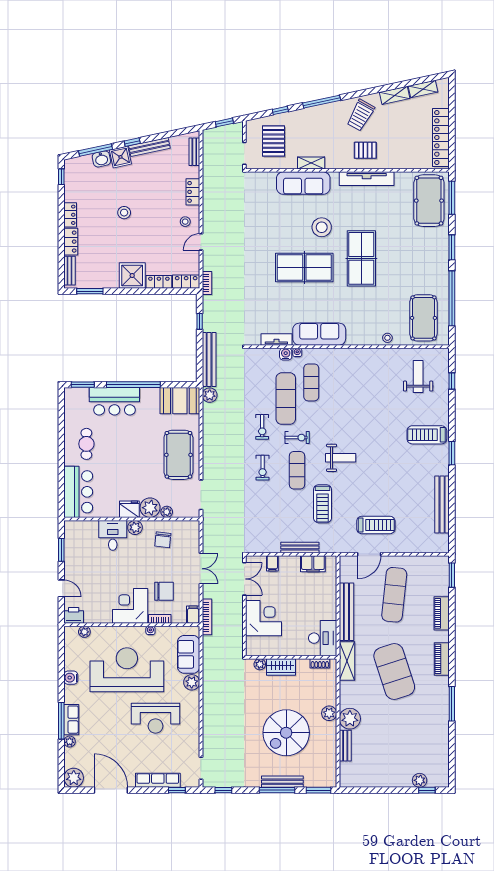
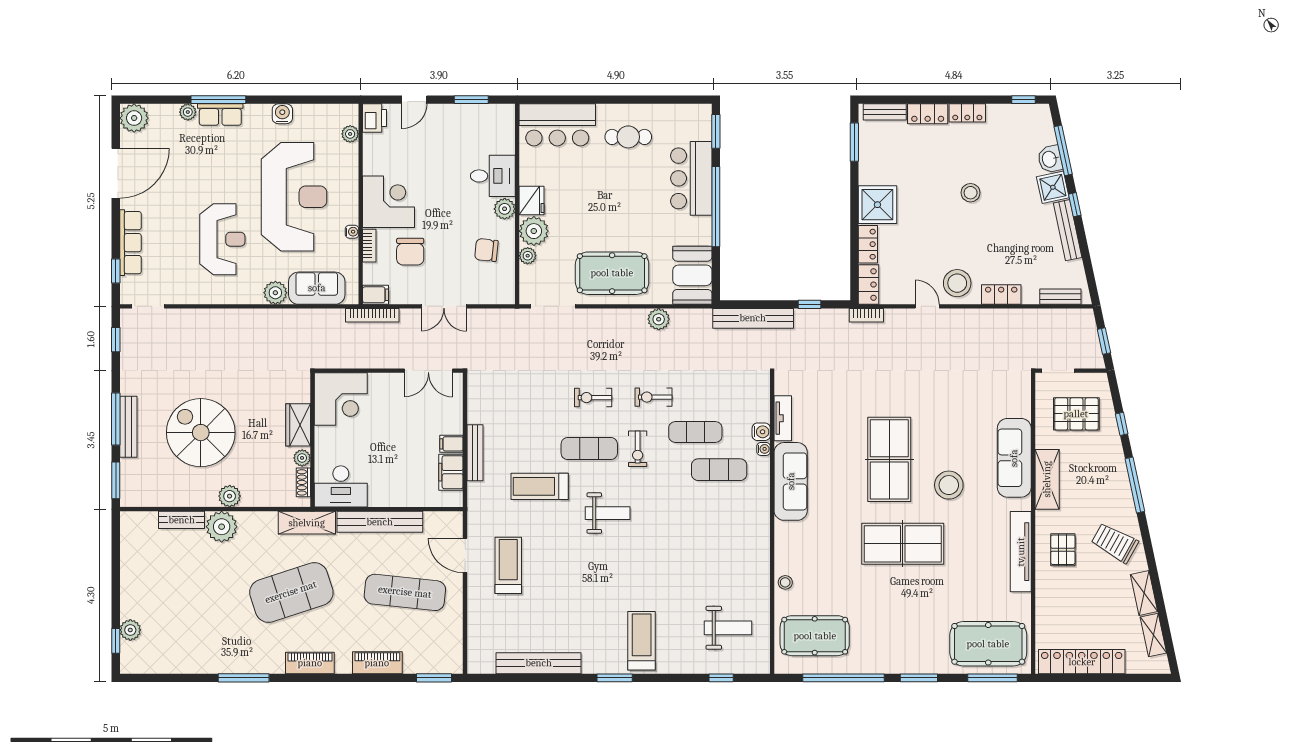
shelving: (311, 163) -> (1047, 479), width x1.50, depth x1.33
stool: (185, 222) -> (957, 283), width x1.89, depth x1.89
plant: (210, 395) -> (659, 319), moved
exercise mat: (286, 399) -> (695, 432), width x0.73, depth x0.69
weight bench: (341, 458) -> (608, 513), turned -90
treadmill: (376, 525) -> (508, 565), turned 180
filing cabinet: (272, 563) -> (451, 444), moved
corner desk: (264, 618) -> (341, 399), moved
plant: (260, 664) -> (302, 458), moved
reception desk: (156, 718) -> (222, 239), turned 180

